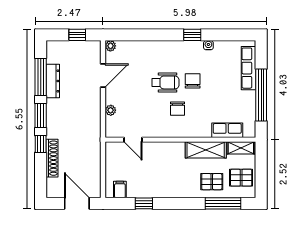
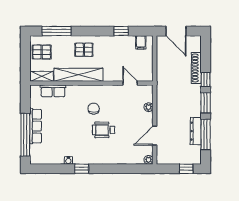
window: (77, 35) -> (186, 169), moved
row of seats: (249, 68) -> (36, 126), moved
chair: (193, 81) -> (81, 131), removed
window: (261, 95) -> (25, 135), moved
shelving: (206, 150) -> (78, 75), width x1.47
pallet: (212, 182) -> (84, 50), moved

